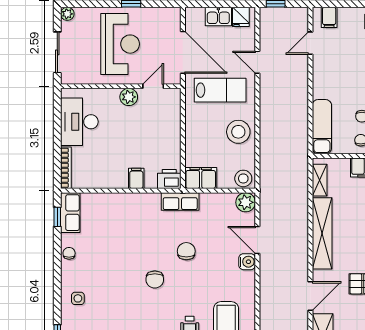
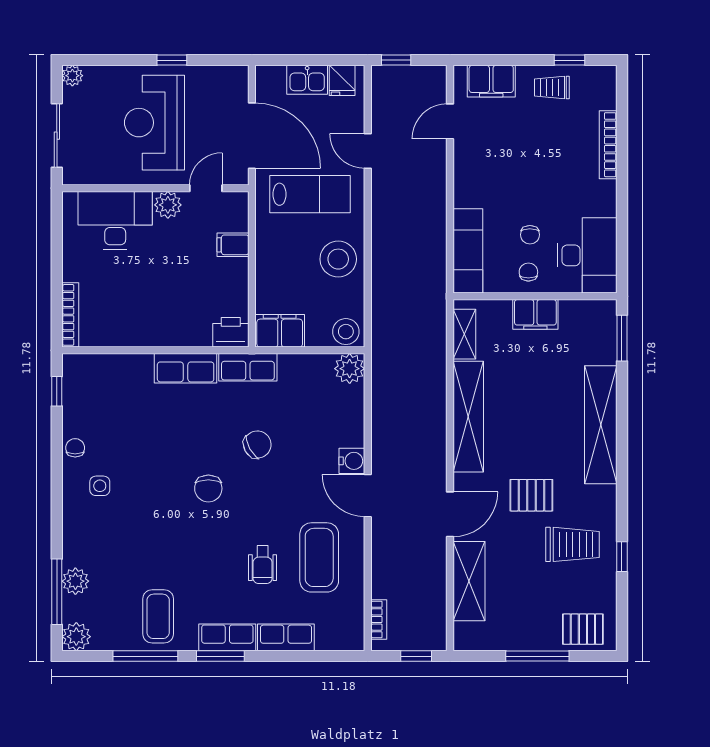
filing cabinet: (329, 17) -> (491, 81), width x2.00
reception desk: (120, 44) -> (154, 123), turned 180
desk: (79, 122) -> (115, 220), moved, turned 90
filing cabinet: (136, 178) -> (233, 245), moved, turned -90
row of seats: (70, 213) -> (186, 368), moved, turned 90
door: (257, 240) -> (368, 496), moved
chair: (186, 251) -> (257, 445), turned 61
side table: (78, 298) -> (100, 486), moved

